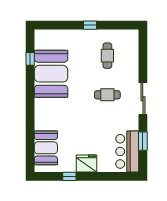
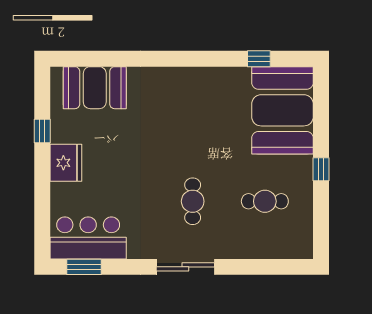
booth: (51, 74) -> (282, 110), moved, turned 90
window: (143, 141) -> (84, 267), moved

